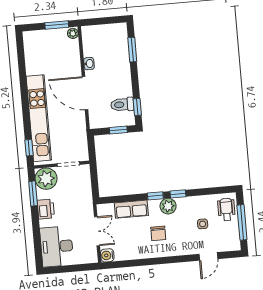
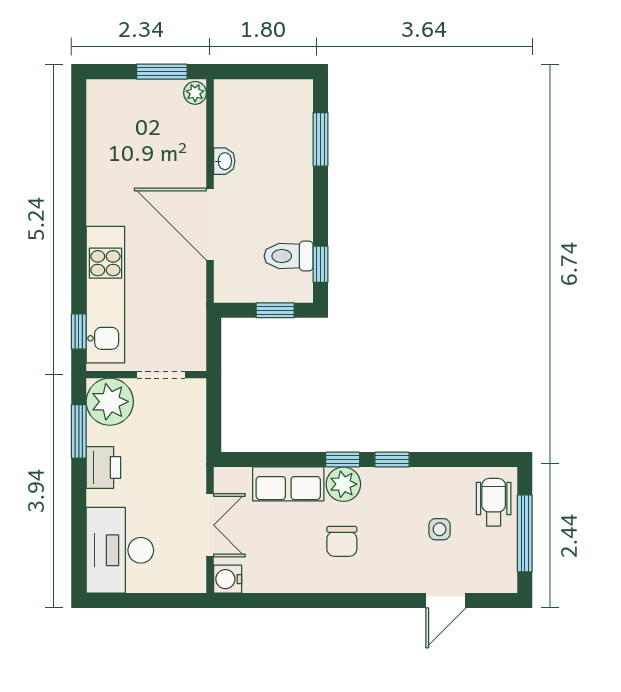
kitchen unit: (39, 118) -> (105, 295), width x0.73
plant: (168, 206) -> (343, 484), moved

